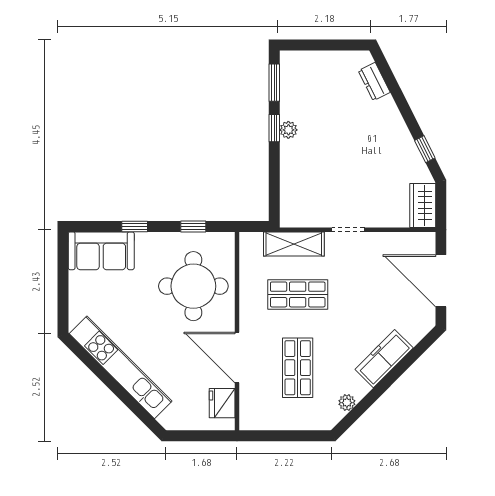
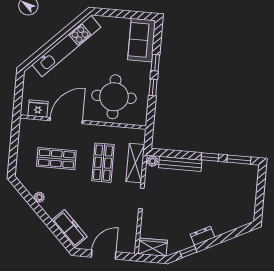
dresser: (374, 82) -> (202, 236), moved
plant: (288, 130) -> (153, 161), moved
bench: (289, 174) -> (180, 164), added
window: (193, 226) -> (153, 87), moved
door: (441, 281) -> (104, 254), width x0.73
freezer: (384, 359) -> (69, 229), moved
plant: (347, 403) -> (39, 197), moved

